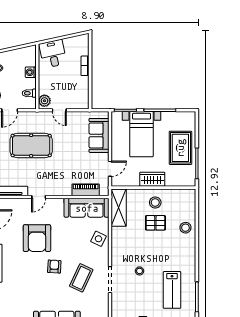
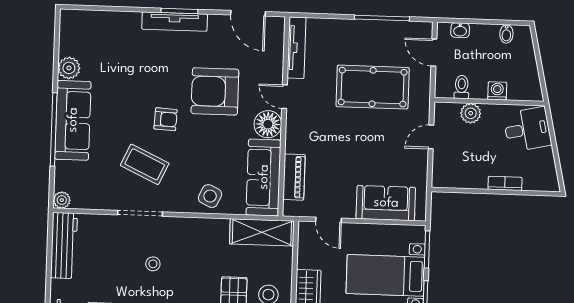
plant: (44, 101) -> (471, 113), moved
pool table: (31, 146) -> (373, 87), turned 90
floor lamp: (55, 206) -> (268, 124), added

